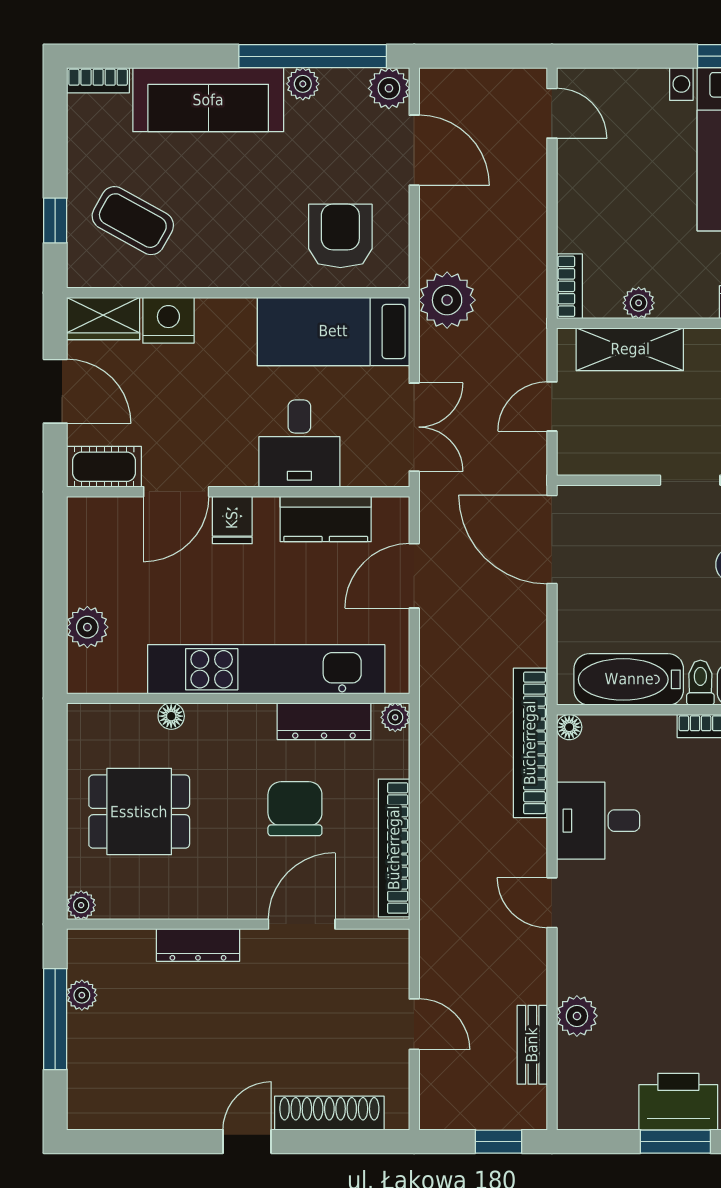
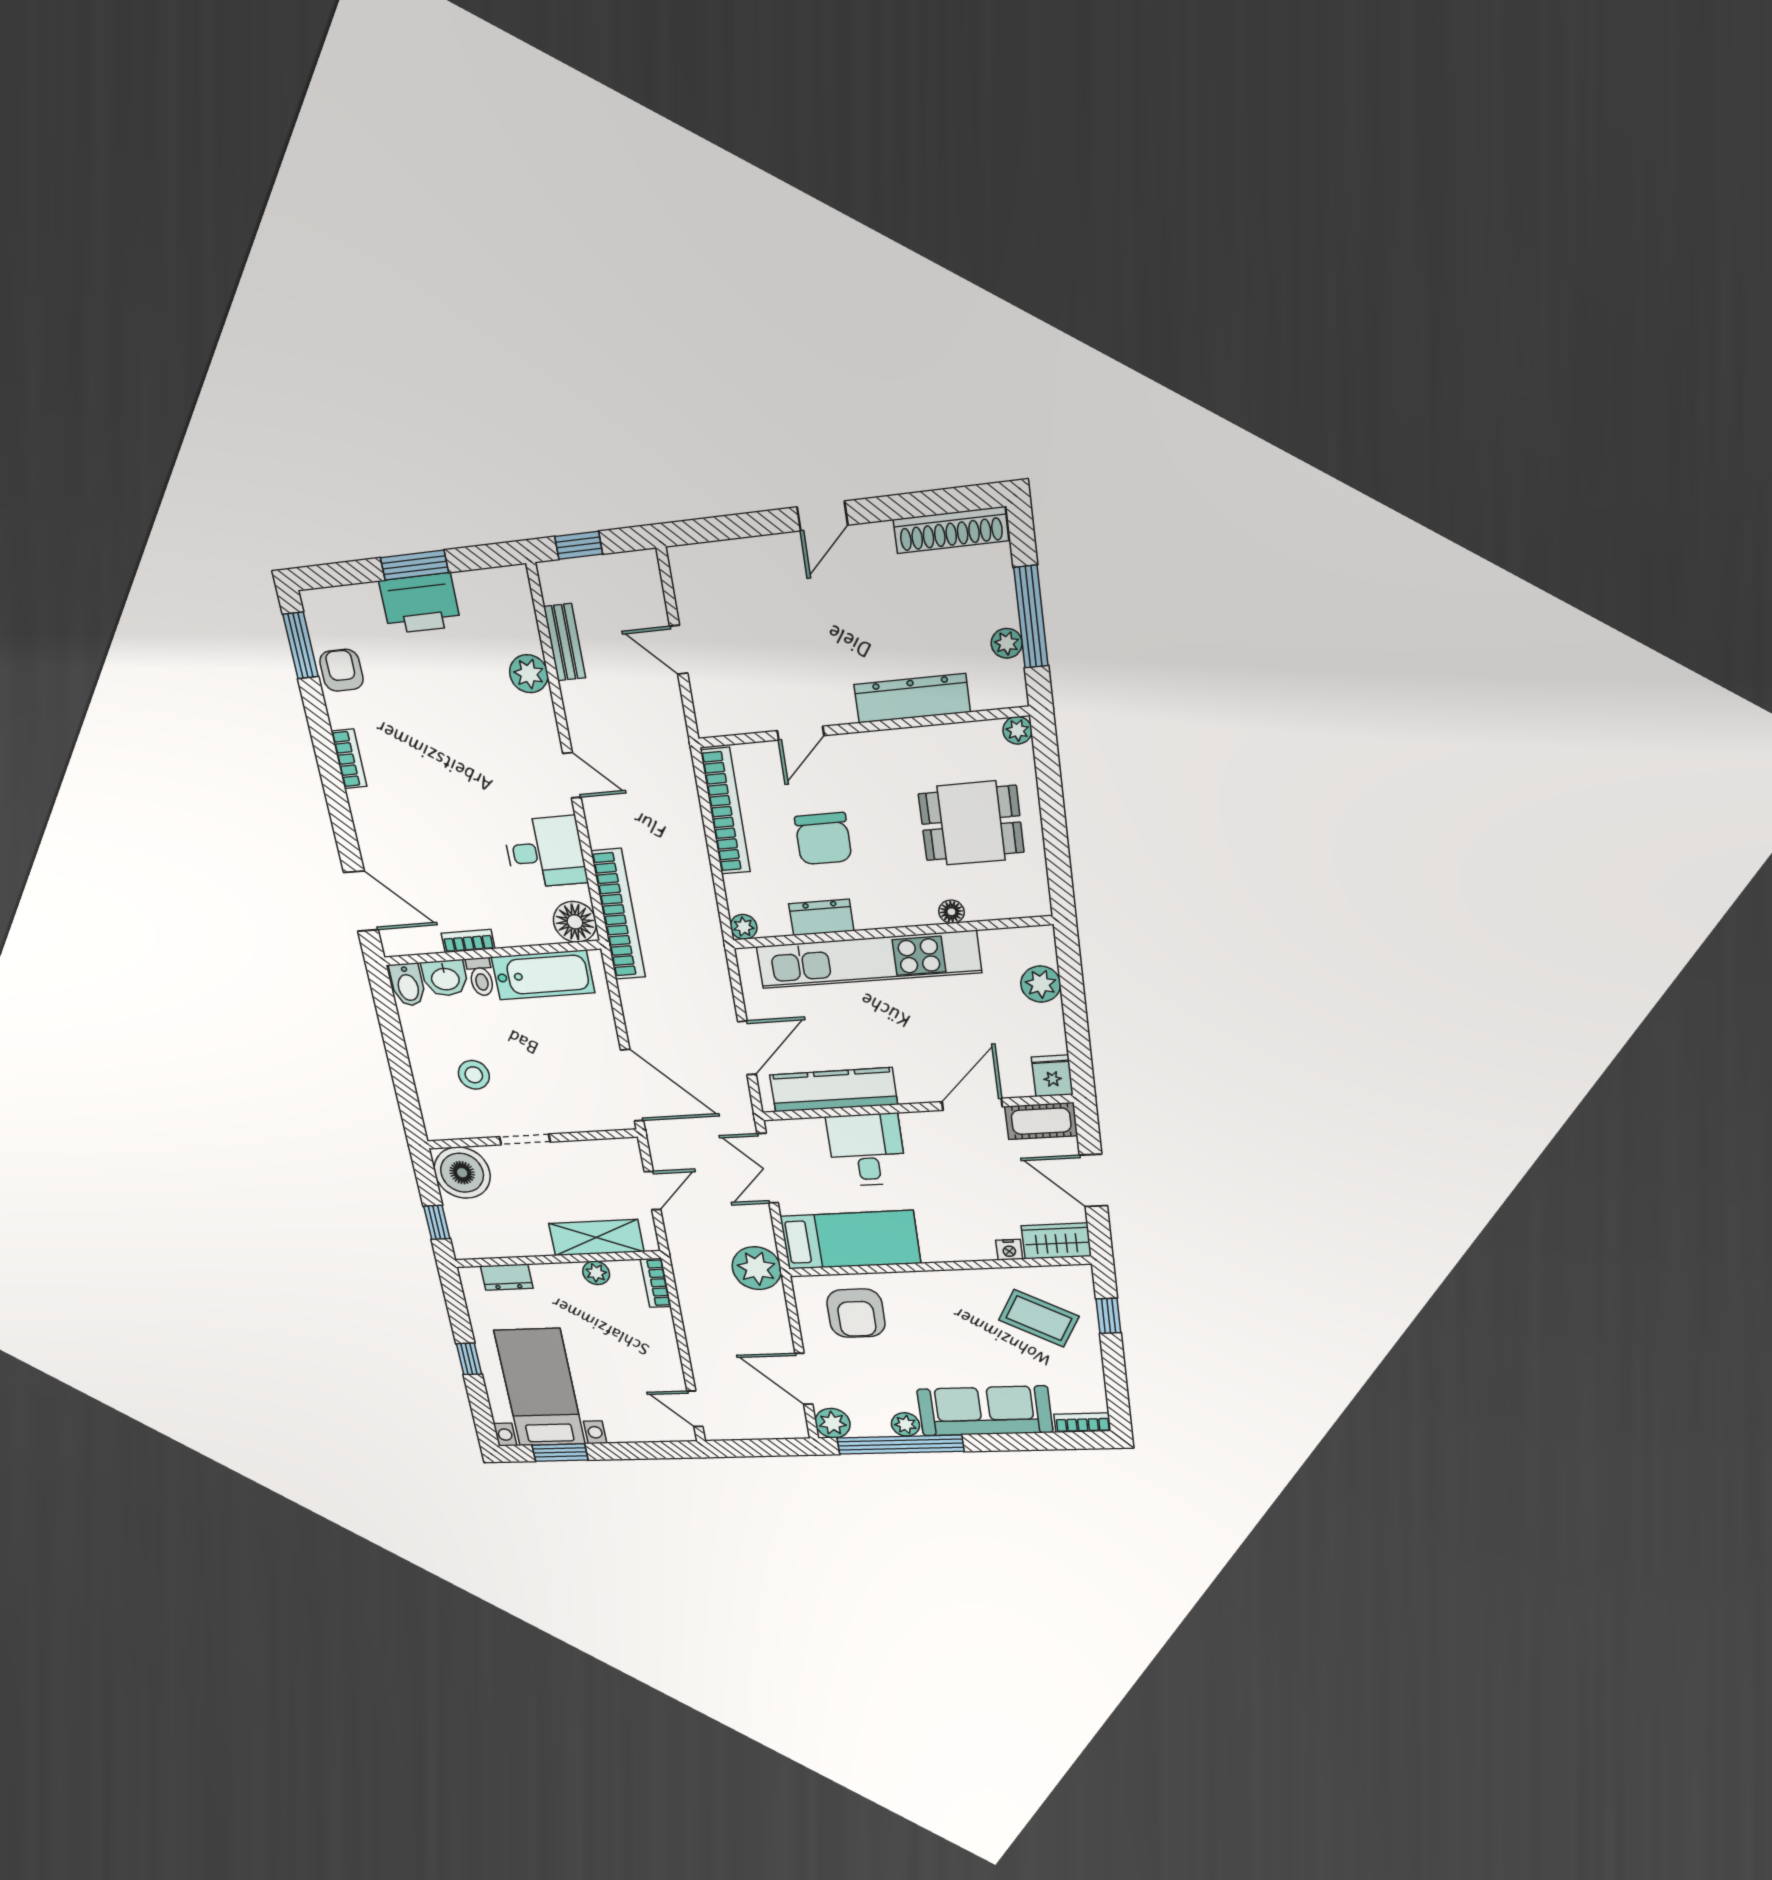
nightstand: (168, 320) -> (1009, 1250), width x0.53, depth x0.56
kitchen counter: (326, 519) -> (833, 1090), width x1.50
fridge: (232, 520) -> (1052, 1076), moved
dresser: (324, 721) -> (821, 917), width x0.70
floor lamp: (569, 727) -> (575, 922), width x1.89, depth x1.89
door: (302, 924) -> (801, 733), width x0.73
dresser: (198, 945) -> (912, 698), width x1.37, depth x1.24
shoe rack: (329, 1113) -> (951, 530), moved

